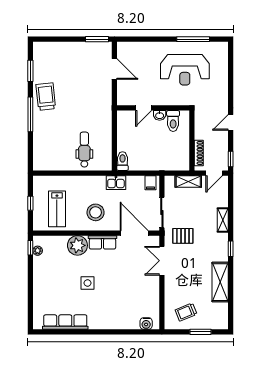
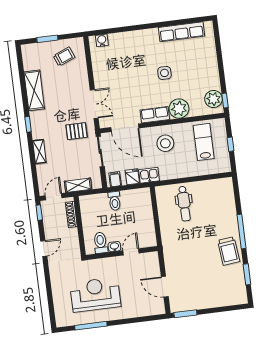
toilet: (123, 161) -> (115, 201), moved
fridge: (133, 183) -> (132, 177), added
plant: (38, 251) -> (213, 99), width x1.88, depth x1.88

